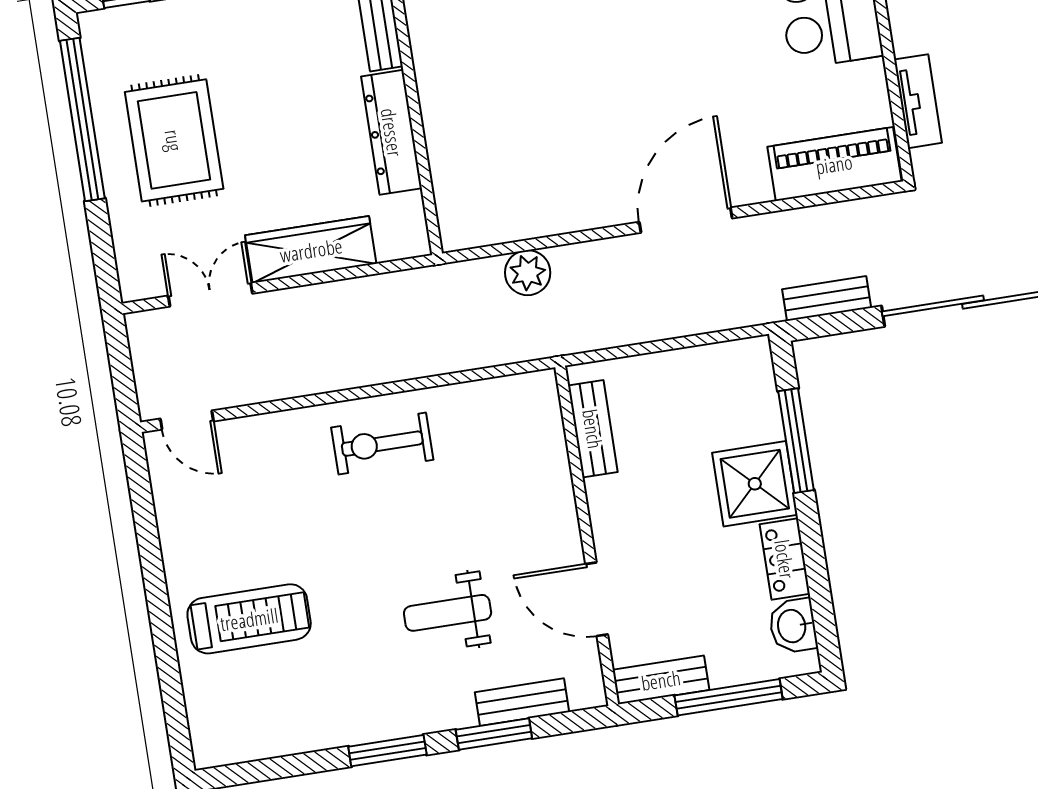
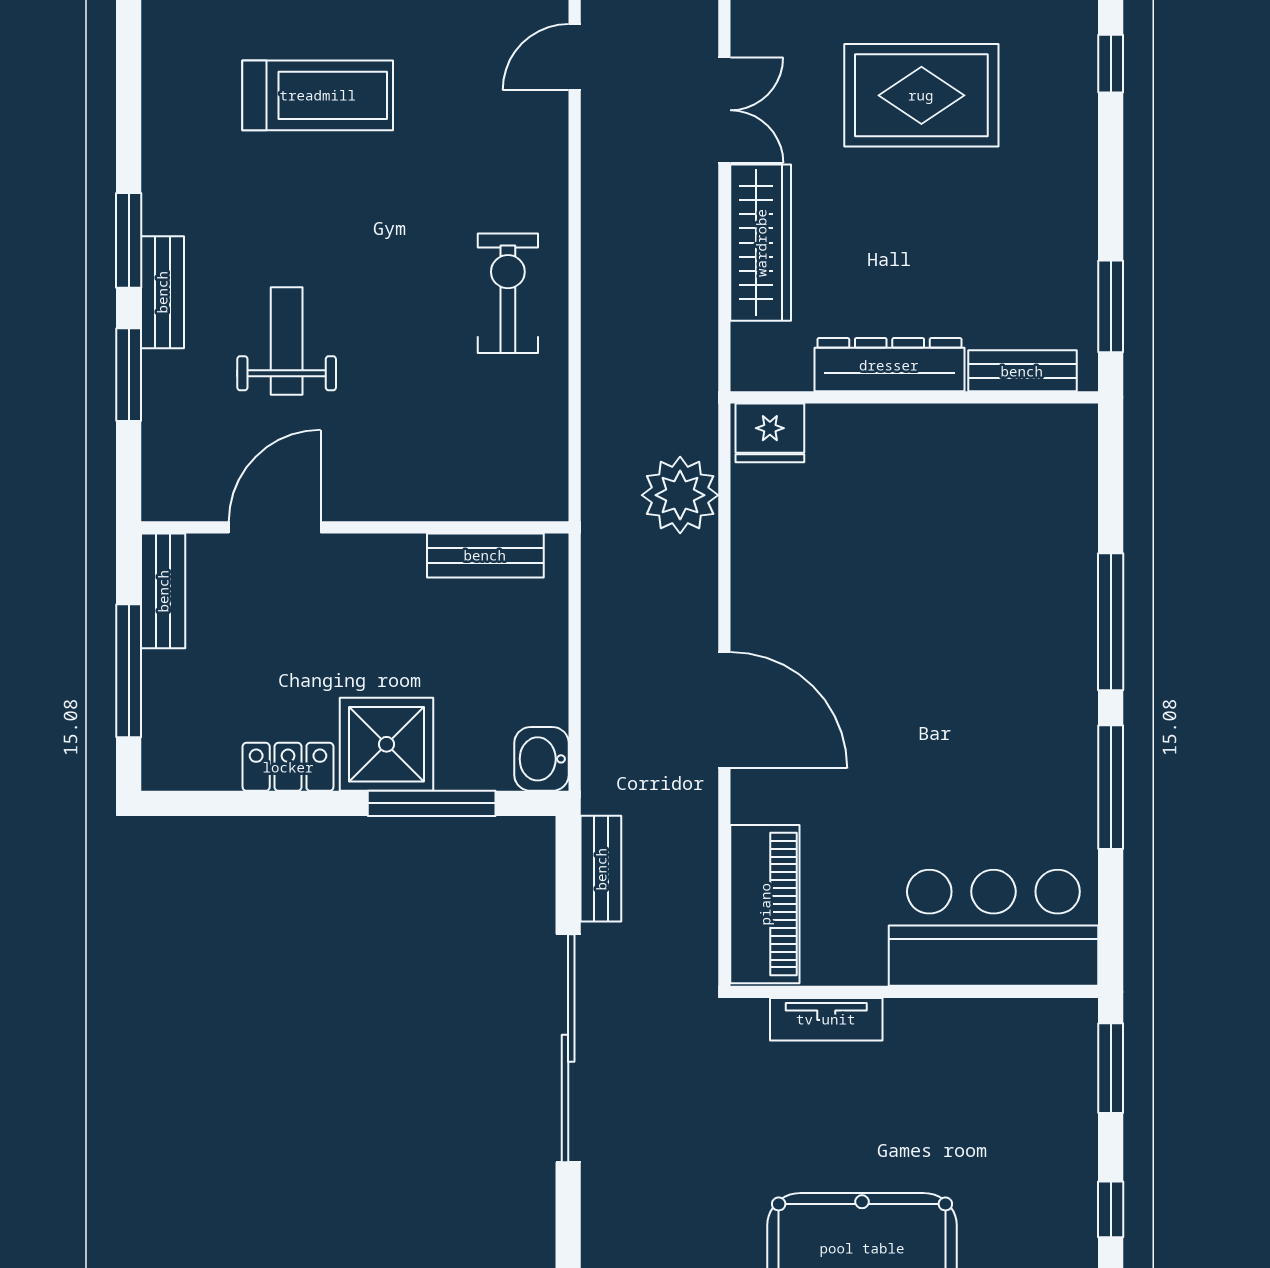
fridge: (460, 219) -> (770, 433), added
plant: (528, 273) -> (680, 495), width x1.36, depth x1.36
treadmill: (249, 619) -> (318, 95), turned -90
washbasin: (793, 626) -> (541, 759), moved, turned -90
bench: (522, 702) -> (162, 292), moved

